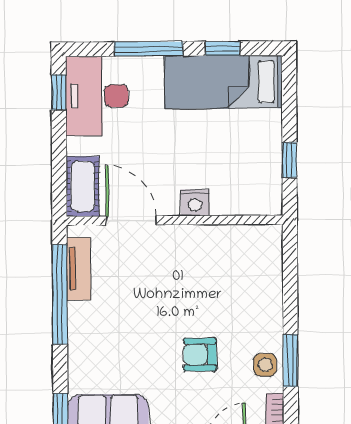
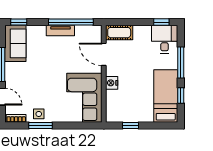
desk: (97, 96) -> (165, 39), width x0.73
door: (131, 220) -> (104, 54), swing flipped
corner sofa: (228, 263) -> (84, 98), added
tv unit: (79, 269) -> (60, 31), moved
armchair: (200, 355) -> (44, 85), removed

